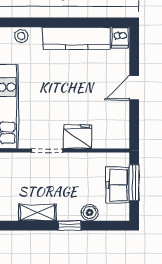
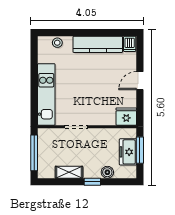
fridge: (78, 137) -> (126, 117), moved

